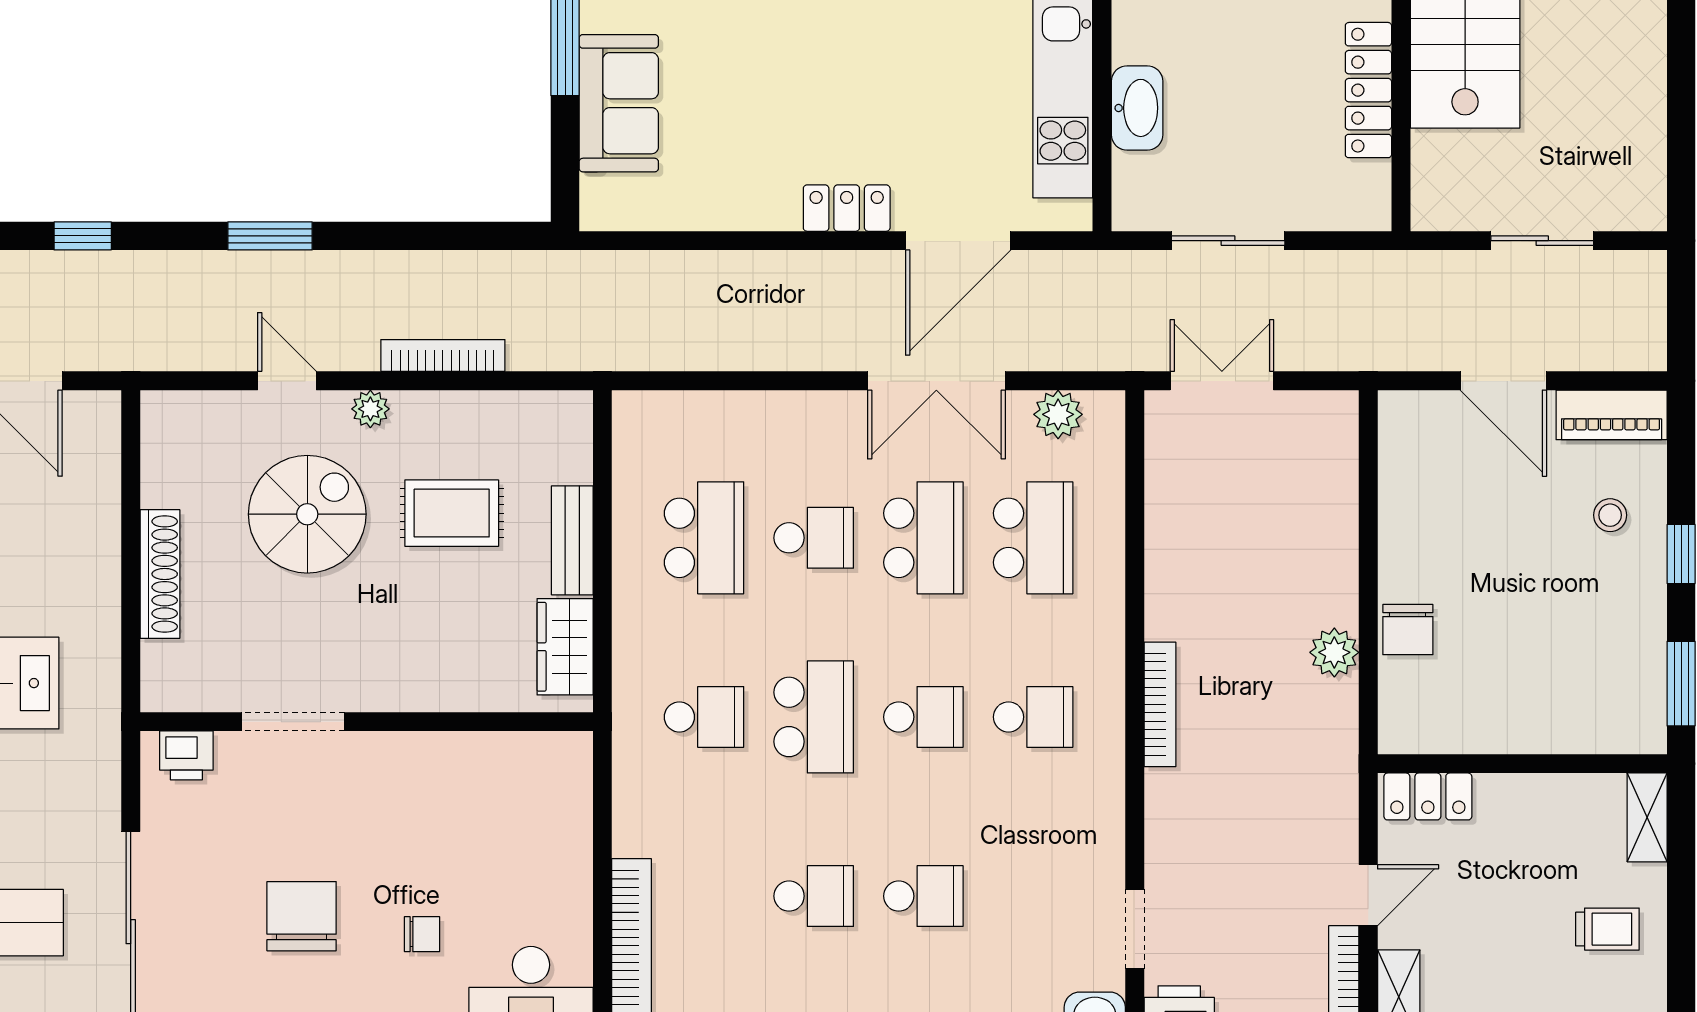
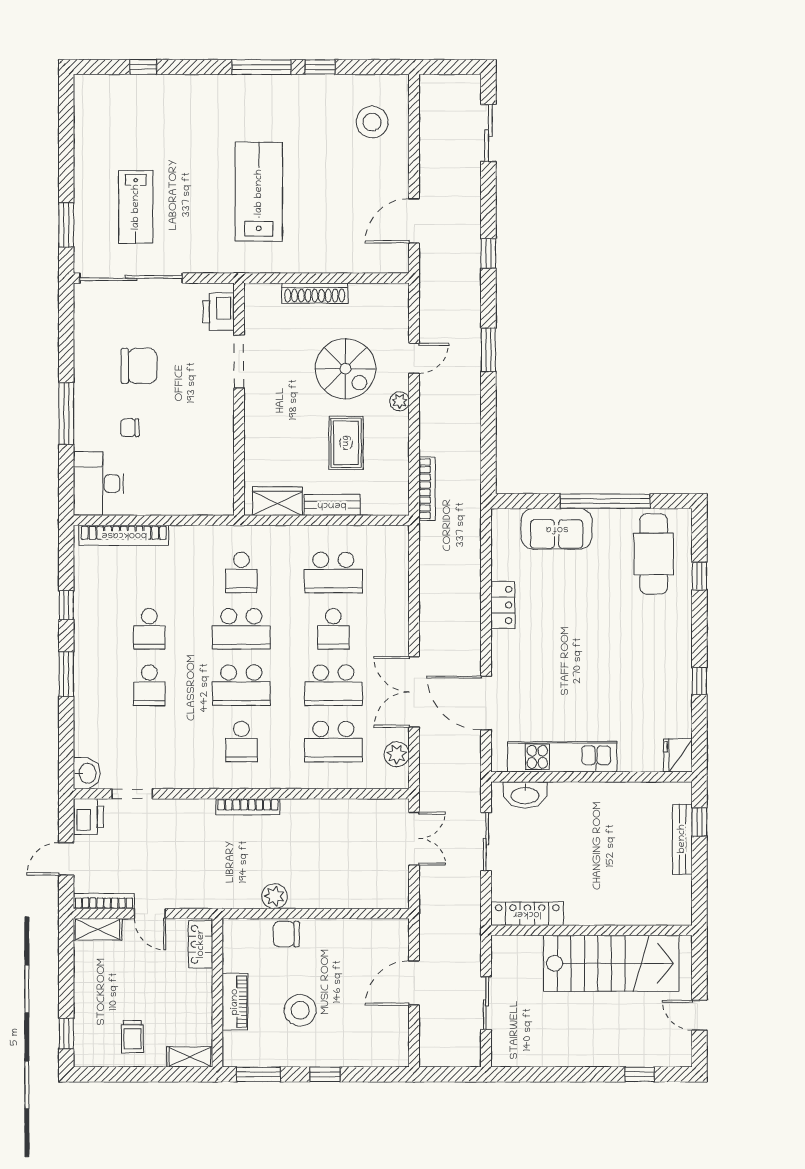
locker: (1368, 90) -> (527, 914), moved
washbasin: (1137, 108) -> (525, 795), moved
locker: (847, 208) -> (503, 605), moved
bookcase: (443, 355) -> (427, 489), moved
piano: (1612, 415) -> (235, 1002), moved, turned 180
stool: (1610, 515) -> (300, 1010), moved, width x1.89, depth x1.89
school desk: (923, 717) -> (241, 685), width x1.85
printer: (186, 755) -> (219, 312), width x1.36, depth x1.24
chair: (422, 934) -> (130, 428), turned 90

